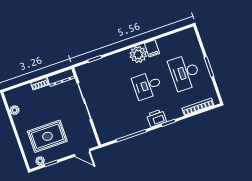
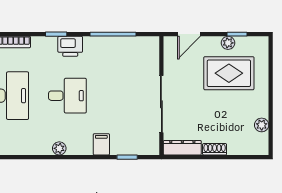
filing cabinet: (152, 48) -> (101, 144), moved
plant: (138, 54) -> (59, 148), width x0.53, depth x0.53
door: (82, 153) -> (189, 34), swing flipped
plant: (40, 161) -> (228, 43), moved

